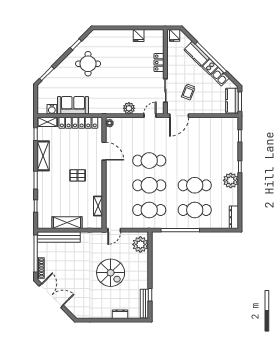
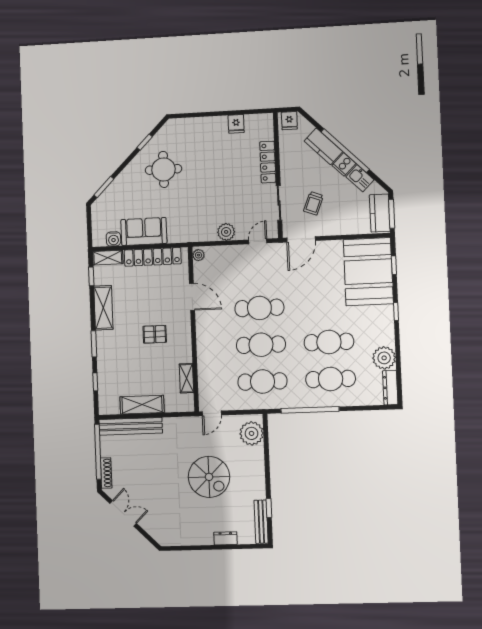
locker: (159, 63) -> (268, 162), width x1.53
booth: (223, 139) -> (368, 272), added
plant: (231, 180) -> (384, 358), moved
double door: (51, 296) -> (123, 513), width x0.73

